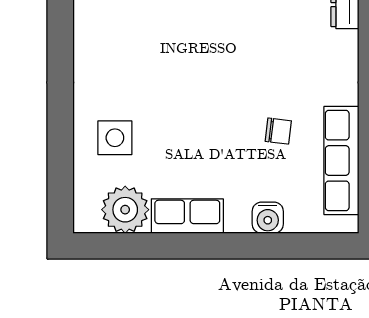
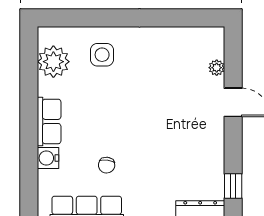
row of seats: (187, 216) -> (49, 121), moved

